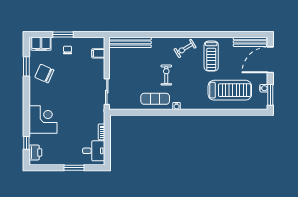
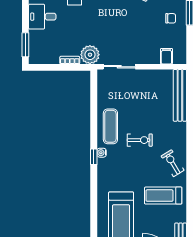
window: (180, 112) -> (94, 157), added
plant: (97, 115) -> (90, 55), added
desk: (94, 151) -> (42, 17), moved, turned 90
window: (74, 168) -> (25, 45), moved

